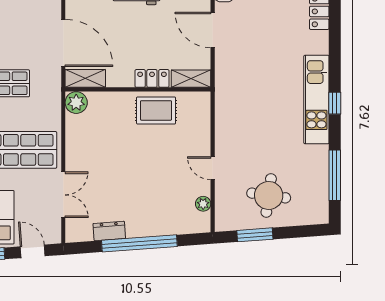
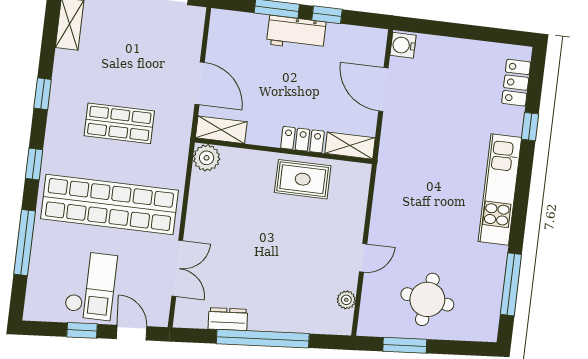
door: (63, 43) -> (200, 83), width x0.73
window: (335, 103) -> (530, 127), moved
door: (213, 168) -> (363, 258), swing flipped

